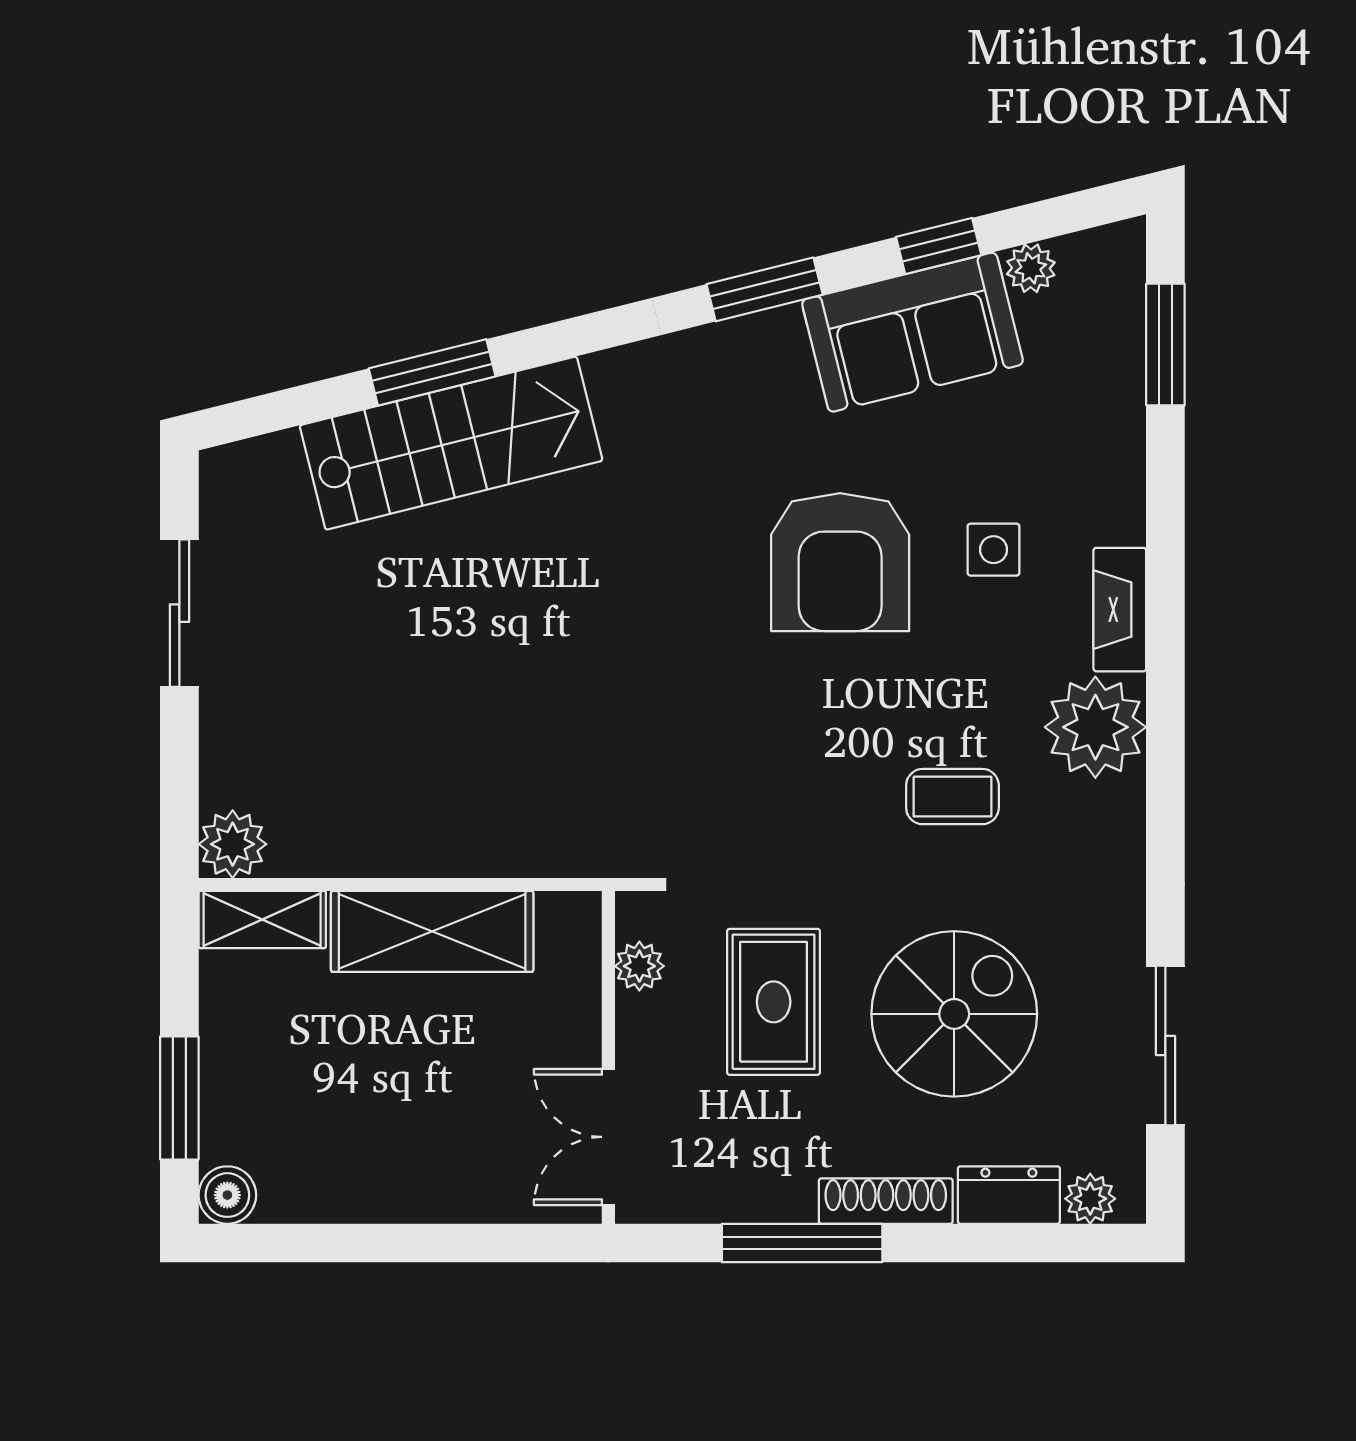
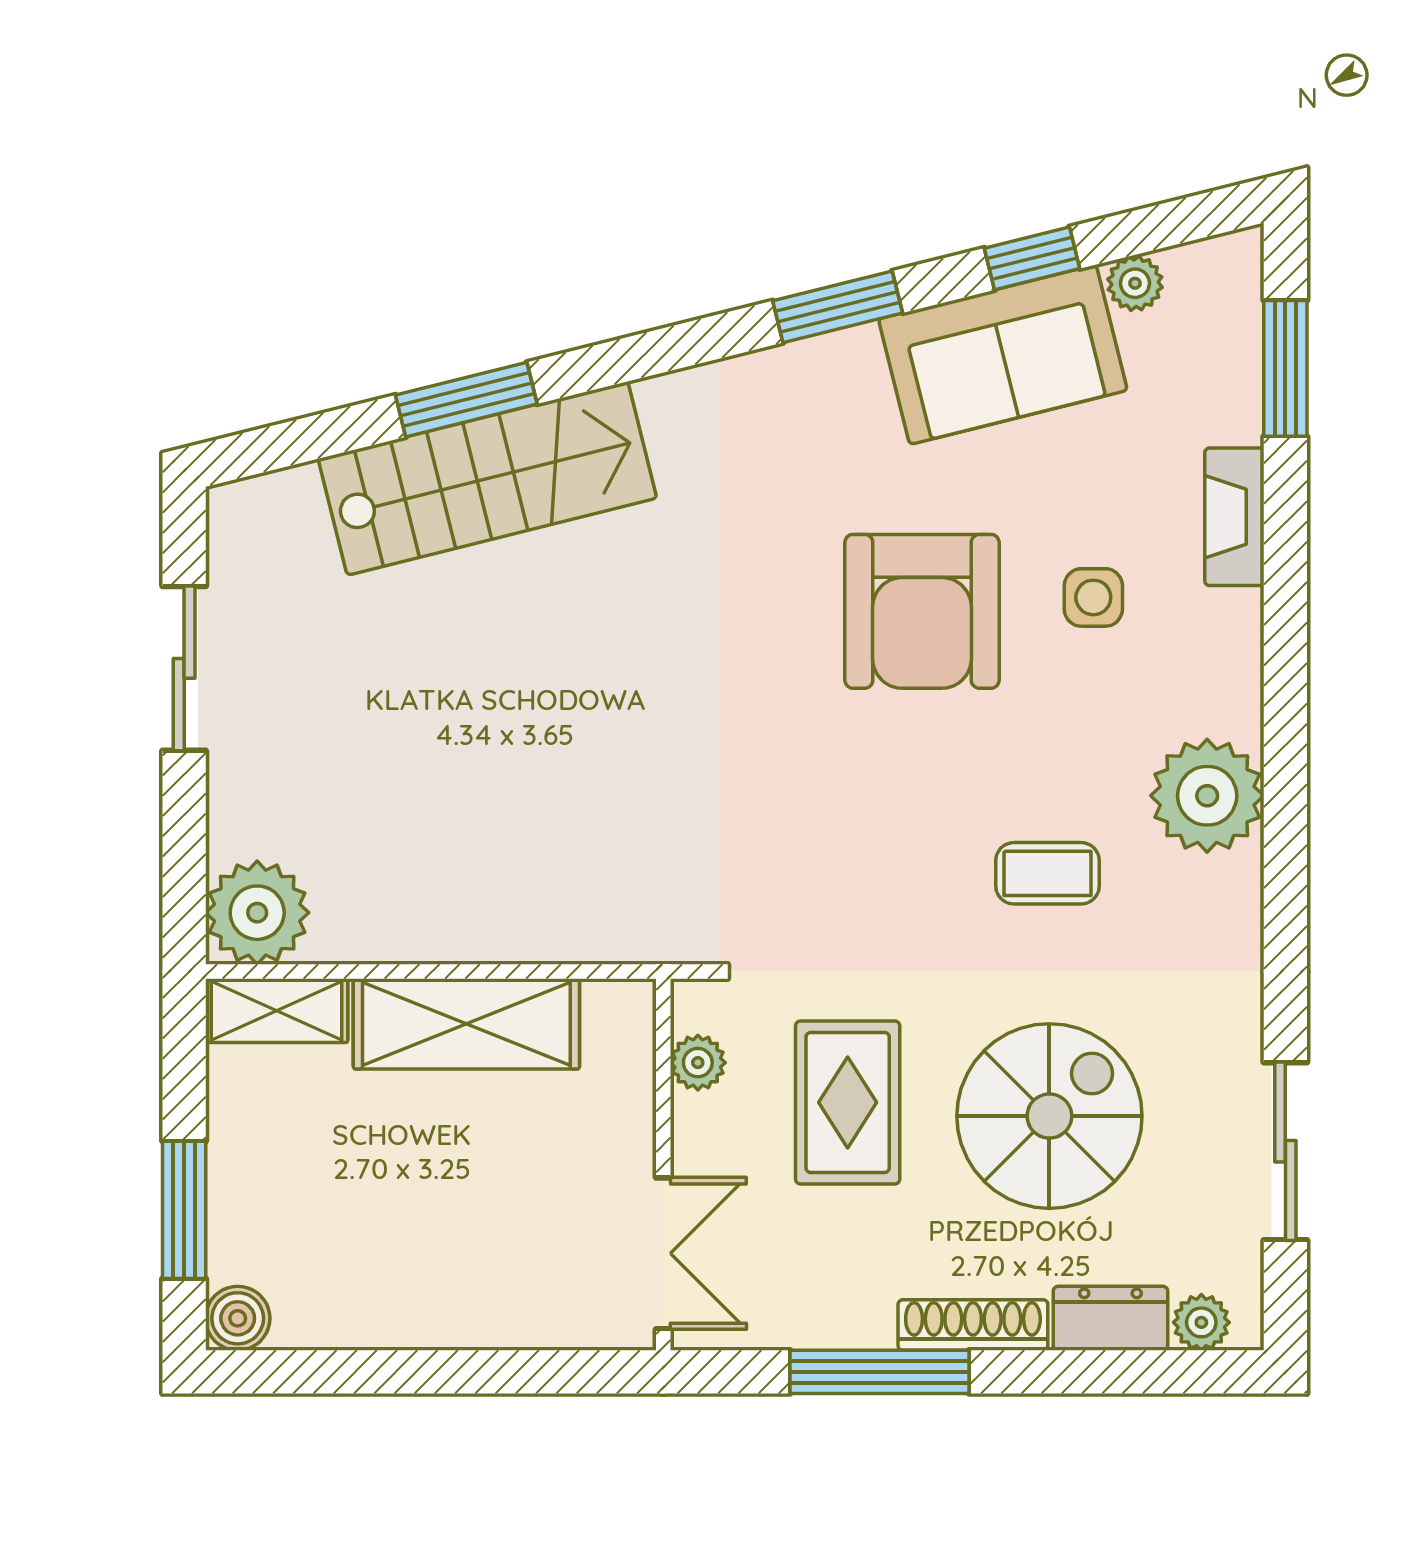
fireplace: (1120, 610) -> (1234, 517), moved
plant: (233, 844) -> (257, 913), width x1.36, depth x1.36
double door: (608, 1137) -> (663, 1253), swing flipped

